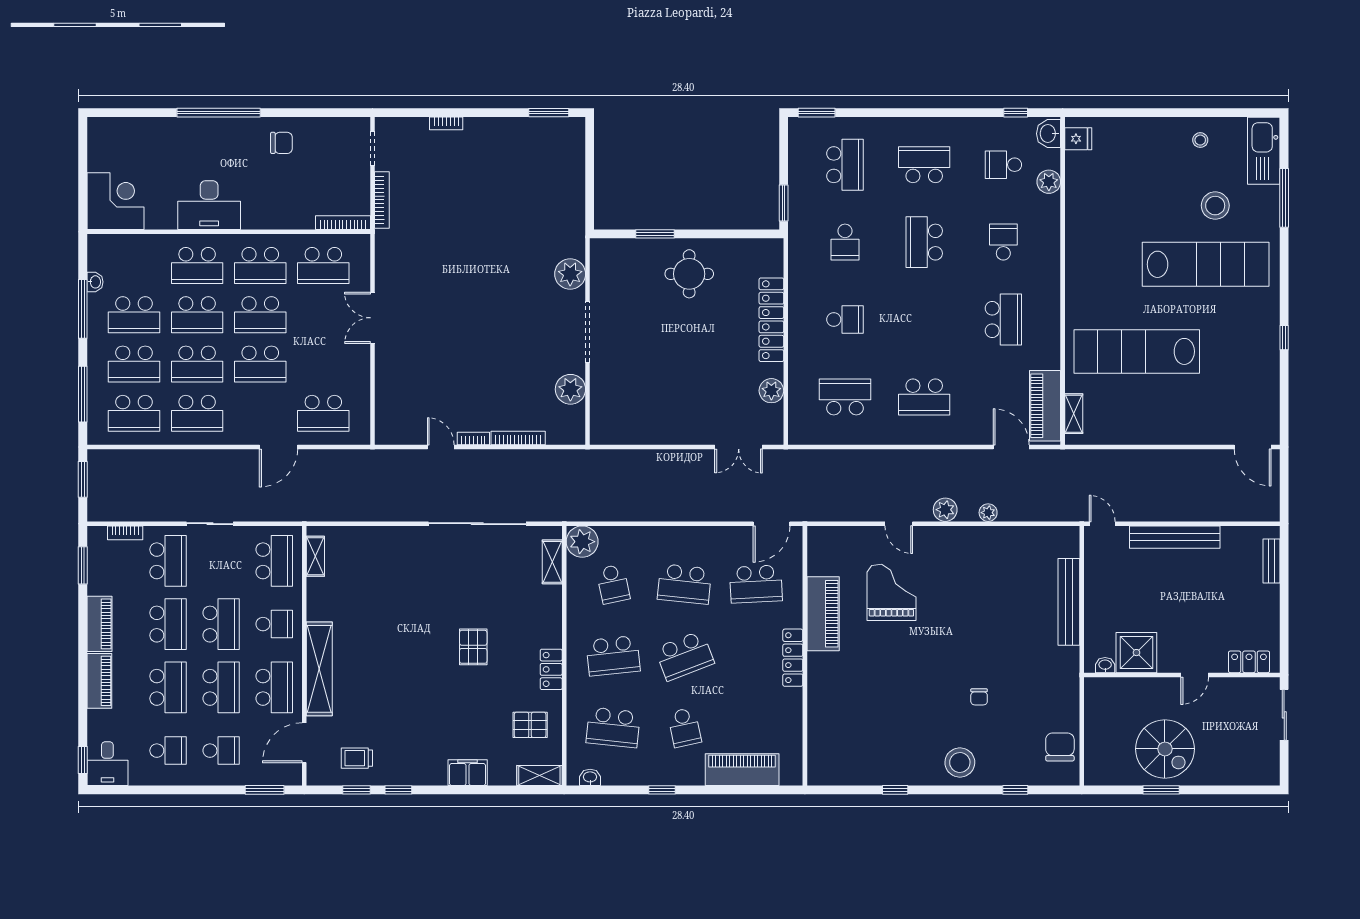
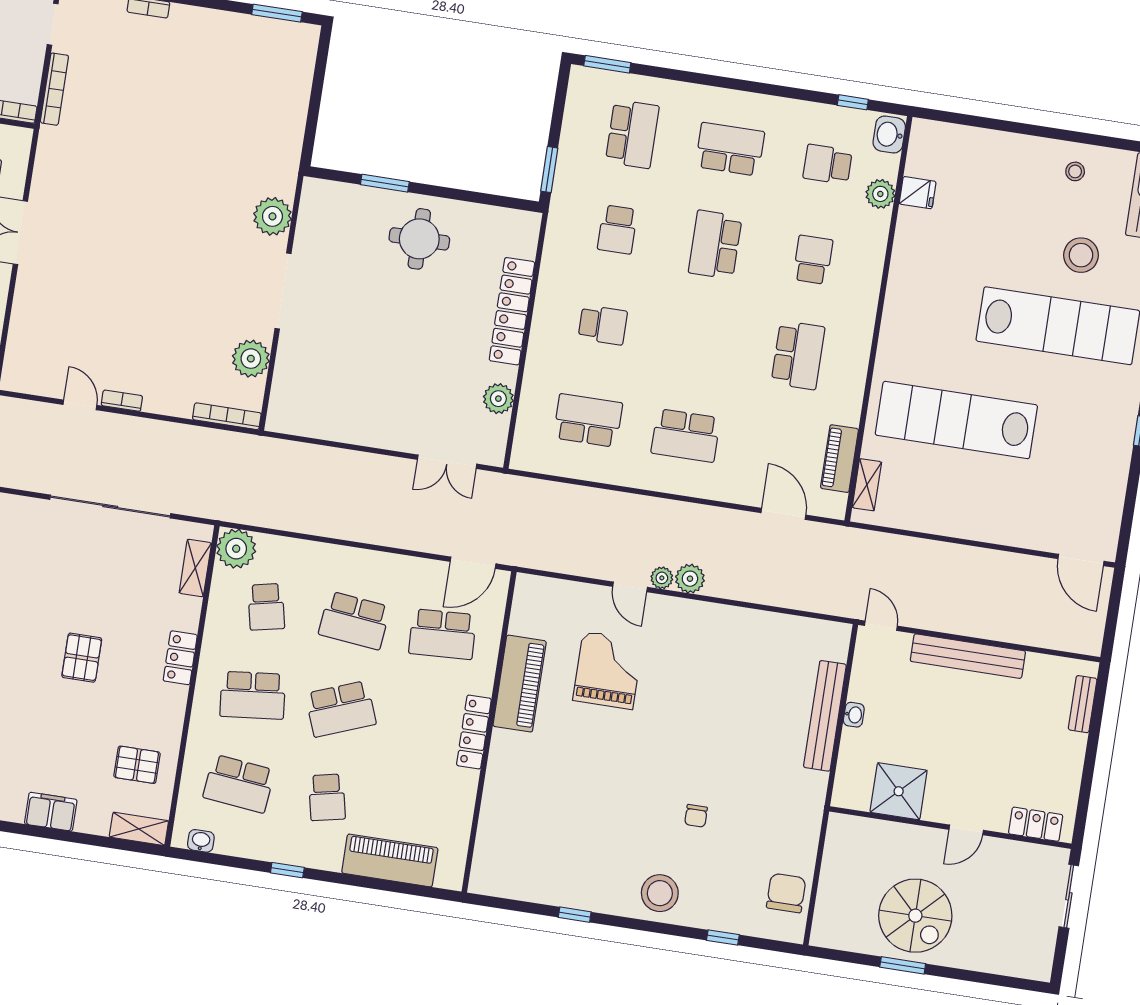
fridge: (1078, 139) -> (918, 193), moved
piano: (1045, 406) -> (840, 459), width x0.73, depth x0.75
bookcase: (518, 438) -> (227, 416), moved
plant: (988, 513) -> (662, 578), moved
washbasin: (1105, 665) -> (854, 715), moved, turned 90
locker: (551, 669) -> (180, 658), moved

